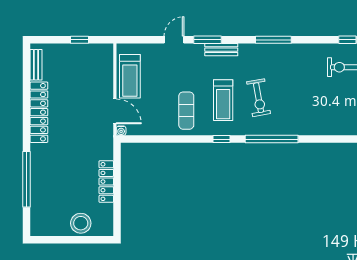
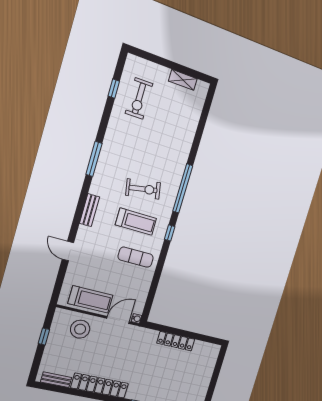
window: (208, 40) -> (77, 220), removed
stool: (81, 223) -> (80, 329), moved

